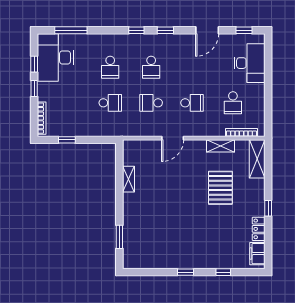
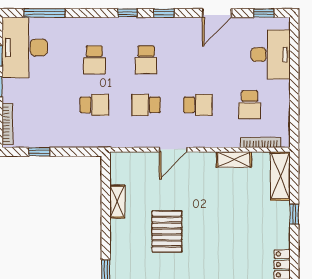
pallet: (220, 188) -> (167, 231), moved
window: (268, 208) -> (294, 214), moved

